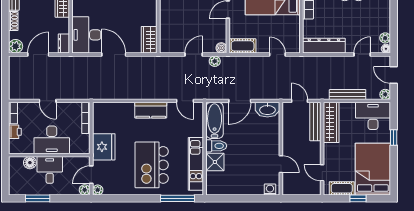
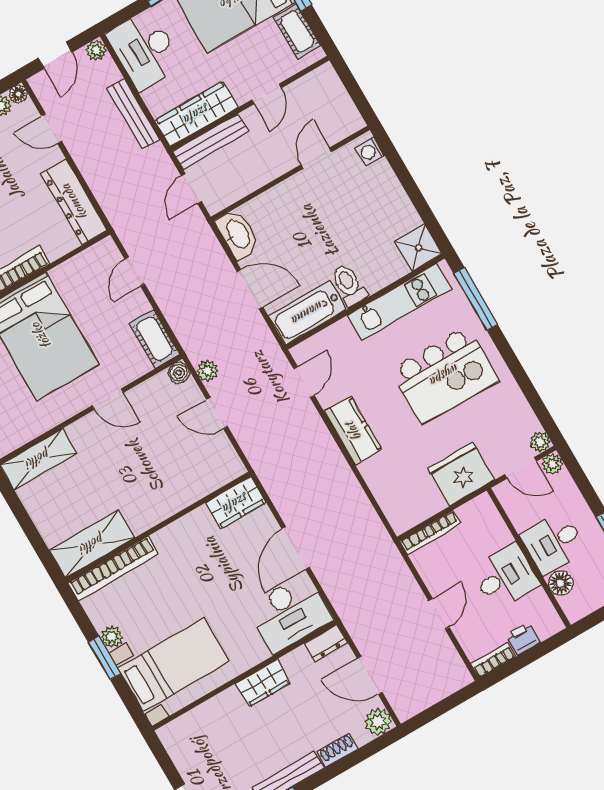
desk: (52, 140) -> (505, 577), width x0.73
shower: (215, 162) -> (418, 248), moved
door: (322, 173) -> (267, 94), moved

